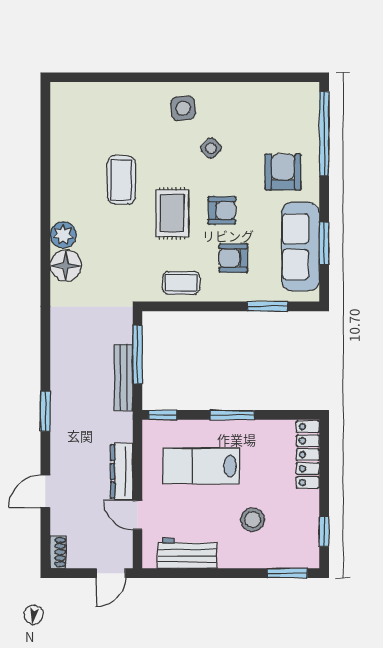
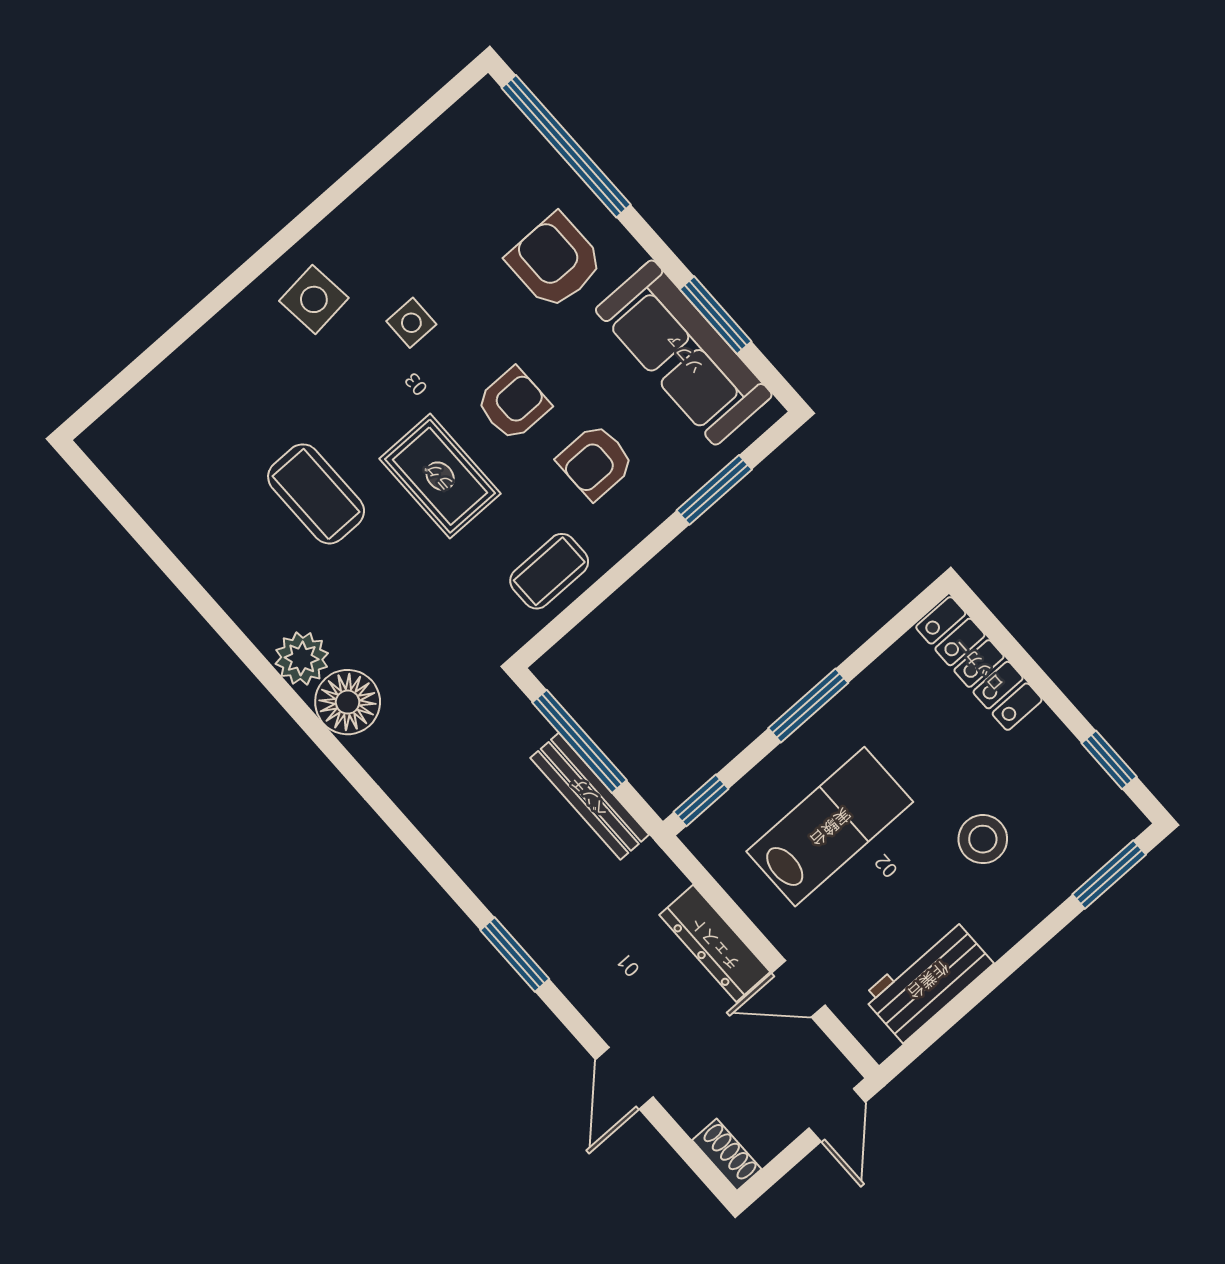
side table: (211, 148) -> (411, 323), turned 45
lab bench: (201, 466) -> (830, 827), turned 180

